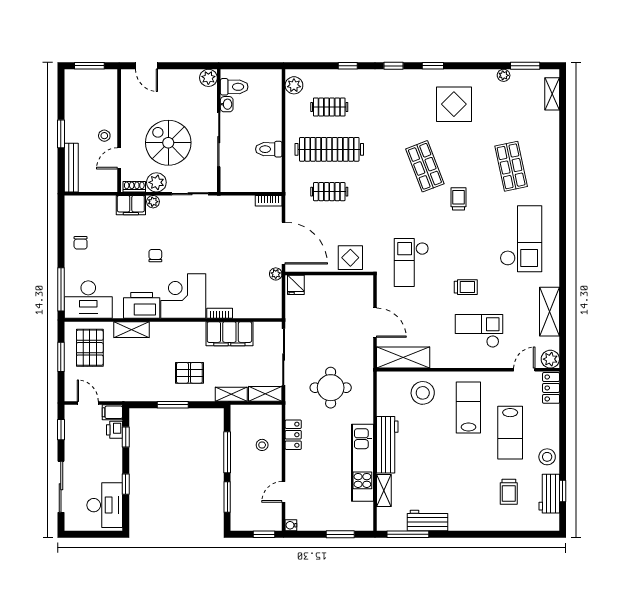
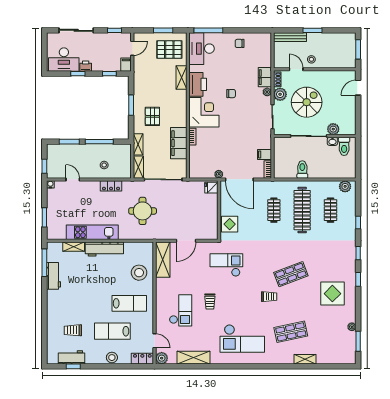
plant: (208, 78) -> (333, 129), moved
shelving: (552, 94) -> (305, 359), moved
filing cabinet: (246, 206) -> (264, 154), added
door: (284, 243) -> (239, 179), hinge flipped
printer: (115, 430) -> (86, 66), moved
stool: (547, 457) -> (112, 358), moved

